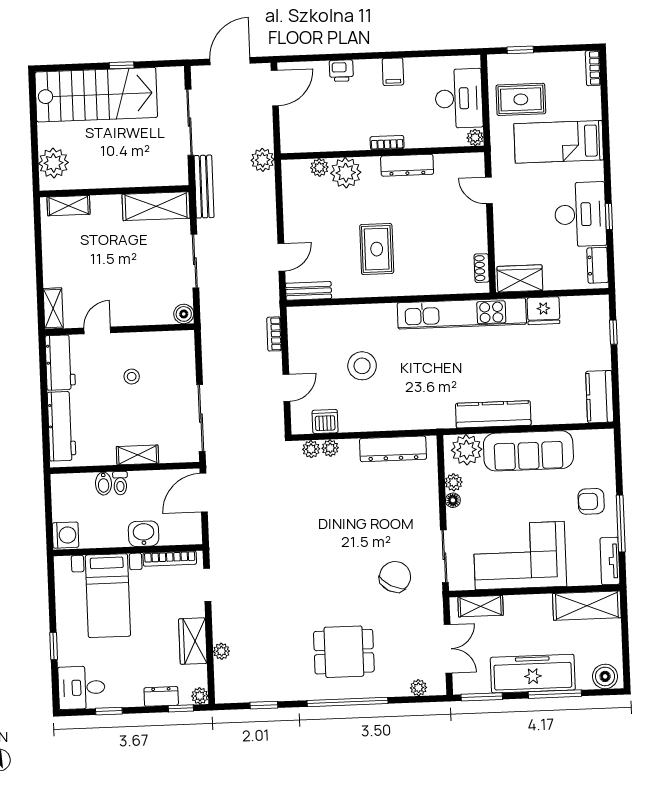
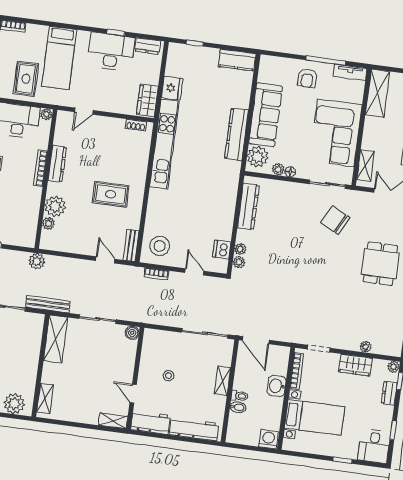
bookcase: (387, 143) -> (40, 168), width x1.56
stool: (362, 366) -> (160, 246), moved

